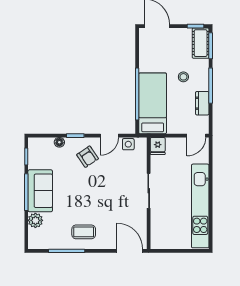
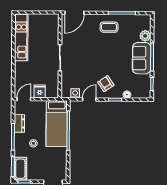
fridge: (158, 146) -> (40, 91), moved
kitchen unit: (200, 206) -> (21, 38), width x0.73
door: (130, 251) -> (74, 13), hinge flipped

